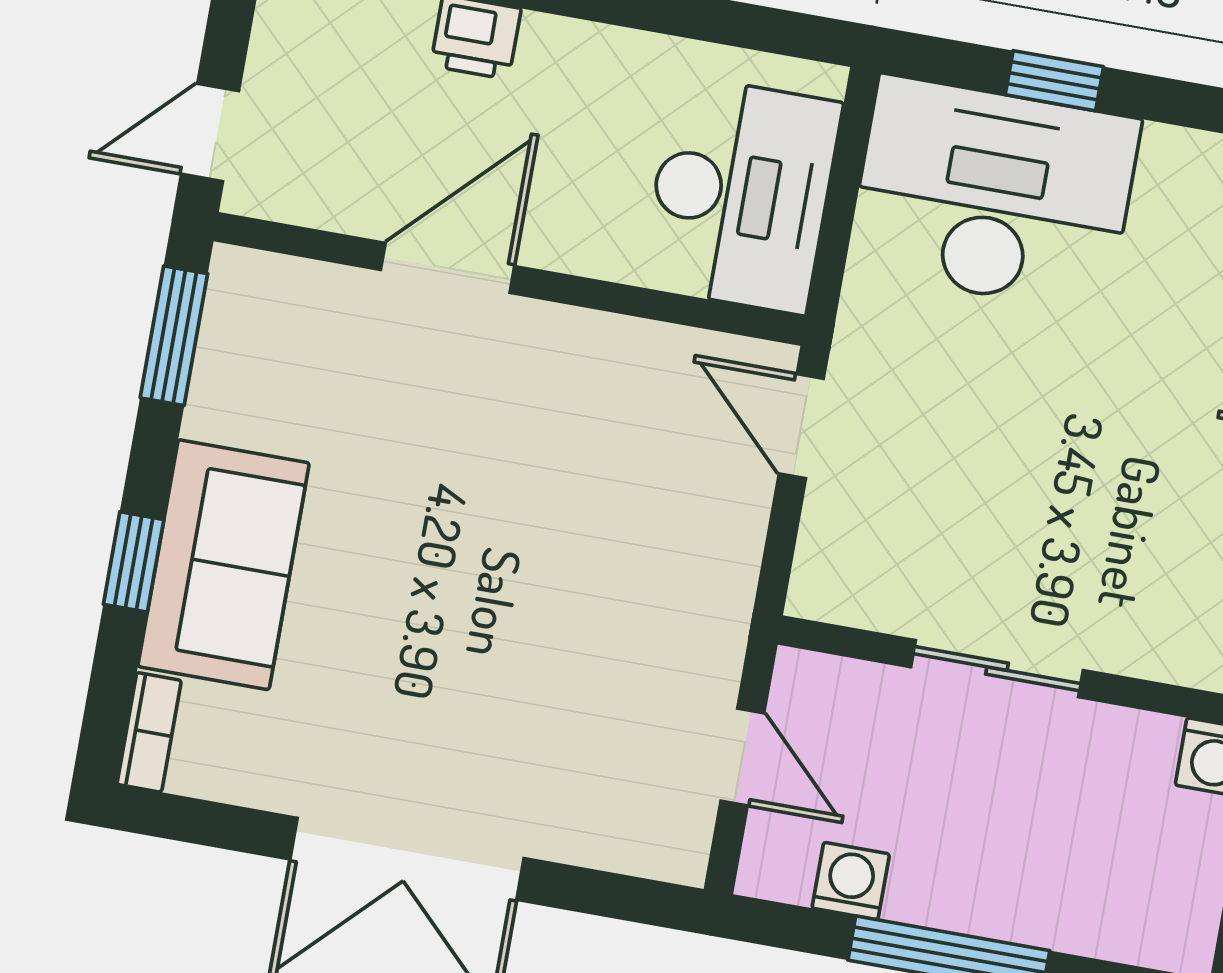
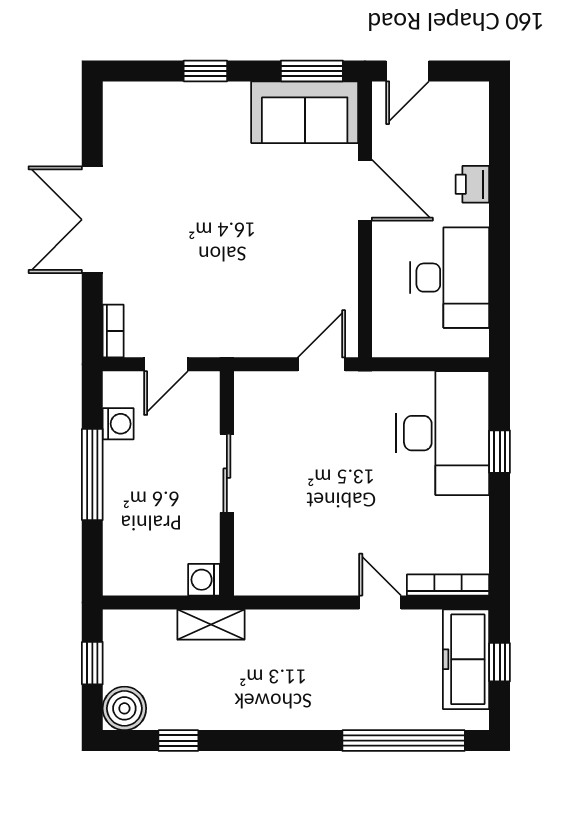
door: (210, 132) -> (407, 71), swing flipped
desk: (741, 195) -> (450, 278), moved, turned -90
sofa: (224, 565) -> (305, 112), moved
bookcase: (149, 732) -> (113, 331), moved, turned -90

